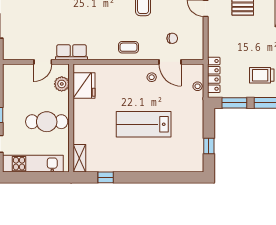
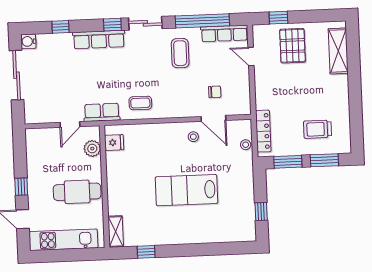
coffee table: (128, 47) -> (140, 103), moved
fridge: (84, 85) -> (114, 143), width x0.53, depth x0.75

